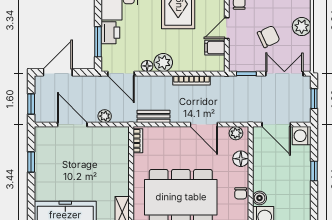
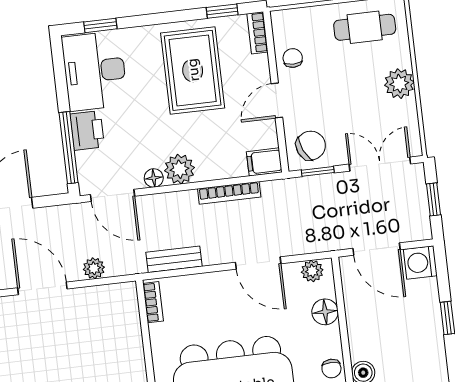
chair: (269, 37) -> (311, 146), moved
window: (98, 42) -> (69, 148), width x1.44
filing cabinet: (215, 48) -> (264, 162), moved

